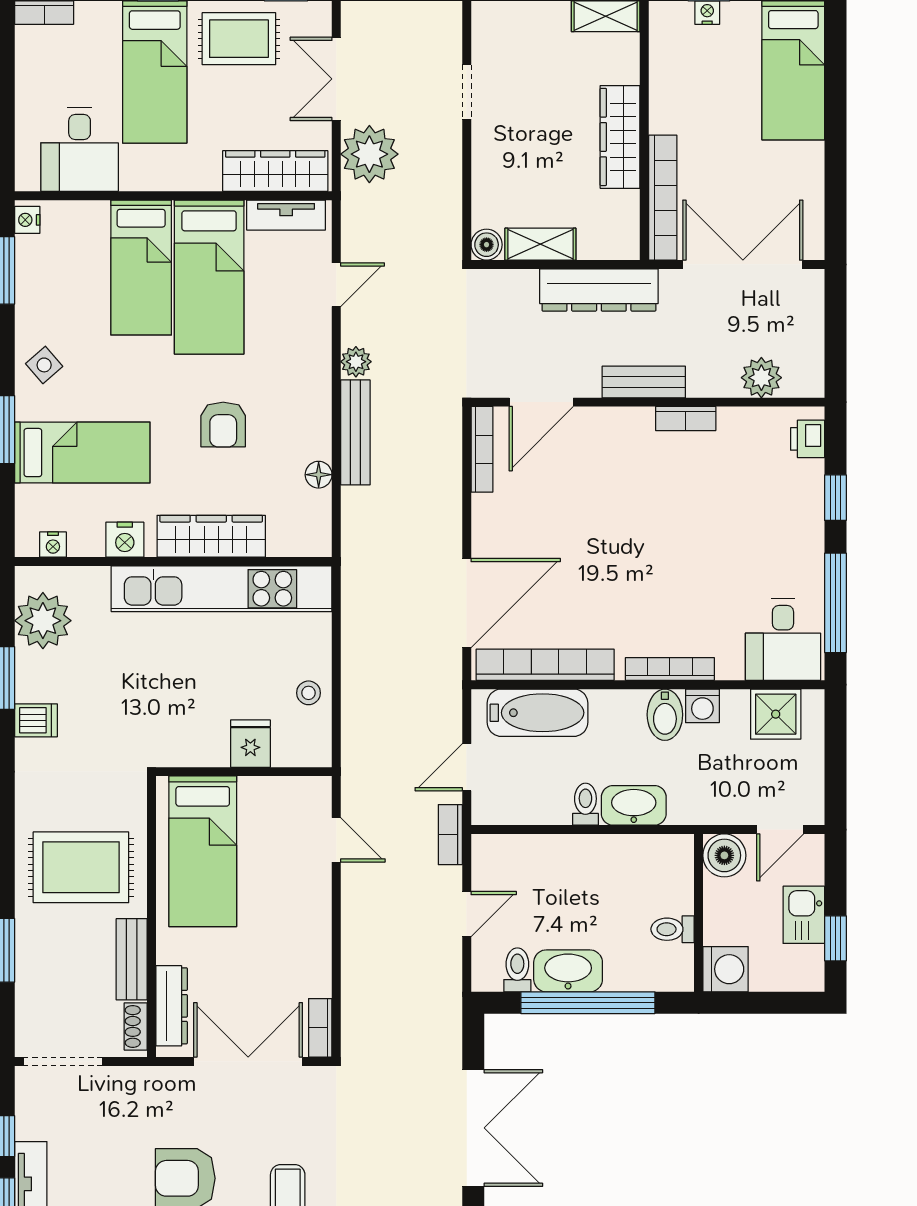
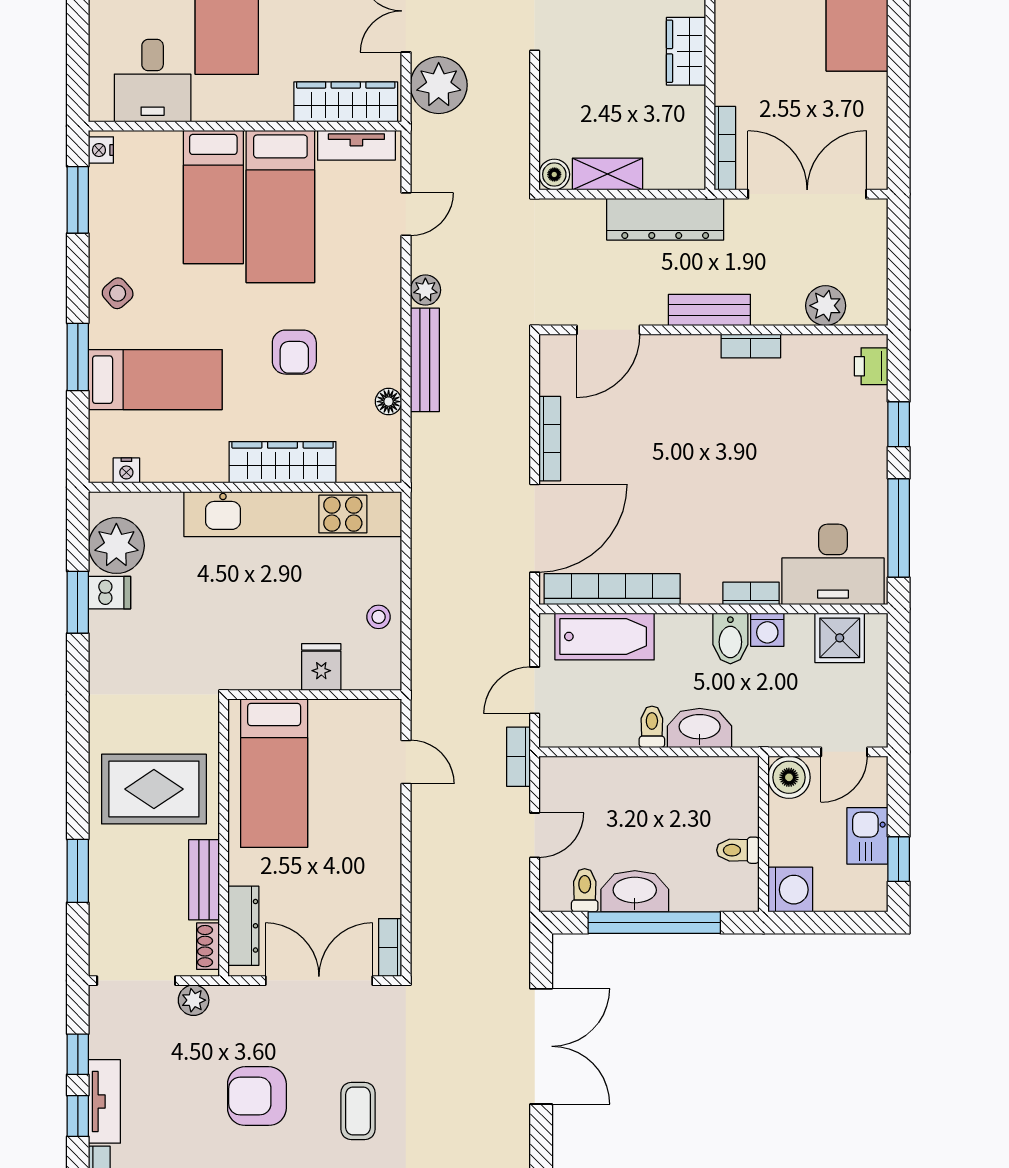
wardrobe: (620, 137) -> (686, 51), width x0.67
bookcase: (663, 198) -> (725, 148), width x0.68, depth x0.76
bookcase: (482, 449) -> (550, 439), moved
nightstand: (125, 540) -> (197, 466), removed
desk: (783, 640) -> (833, 564), width x1.37
bookcase: (670, 669) -> (751, 593), width x0.64
dishwasher: (36, 720) -> (110, 593), moved
plant: (121, 1081) -> (194, 1000), added

